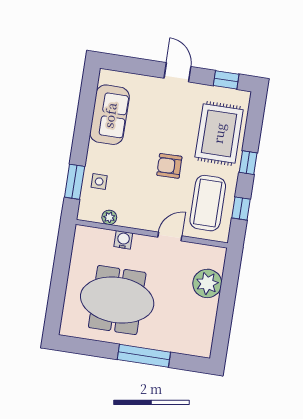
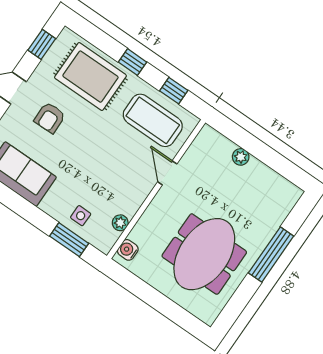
armchair: (169, 166) -> (50, 118), moved
water cooler: (123, 240) -> (128, 250), moved
plant: (207, 283) -> (241, 157), width x0.53, depth x0.53

